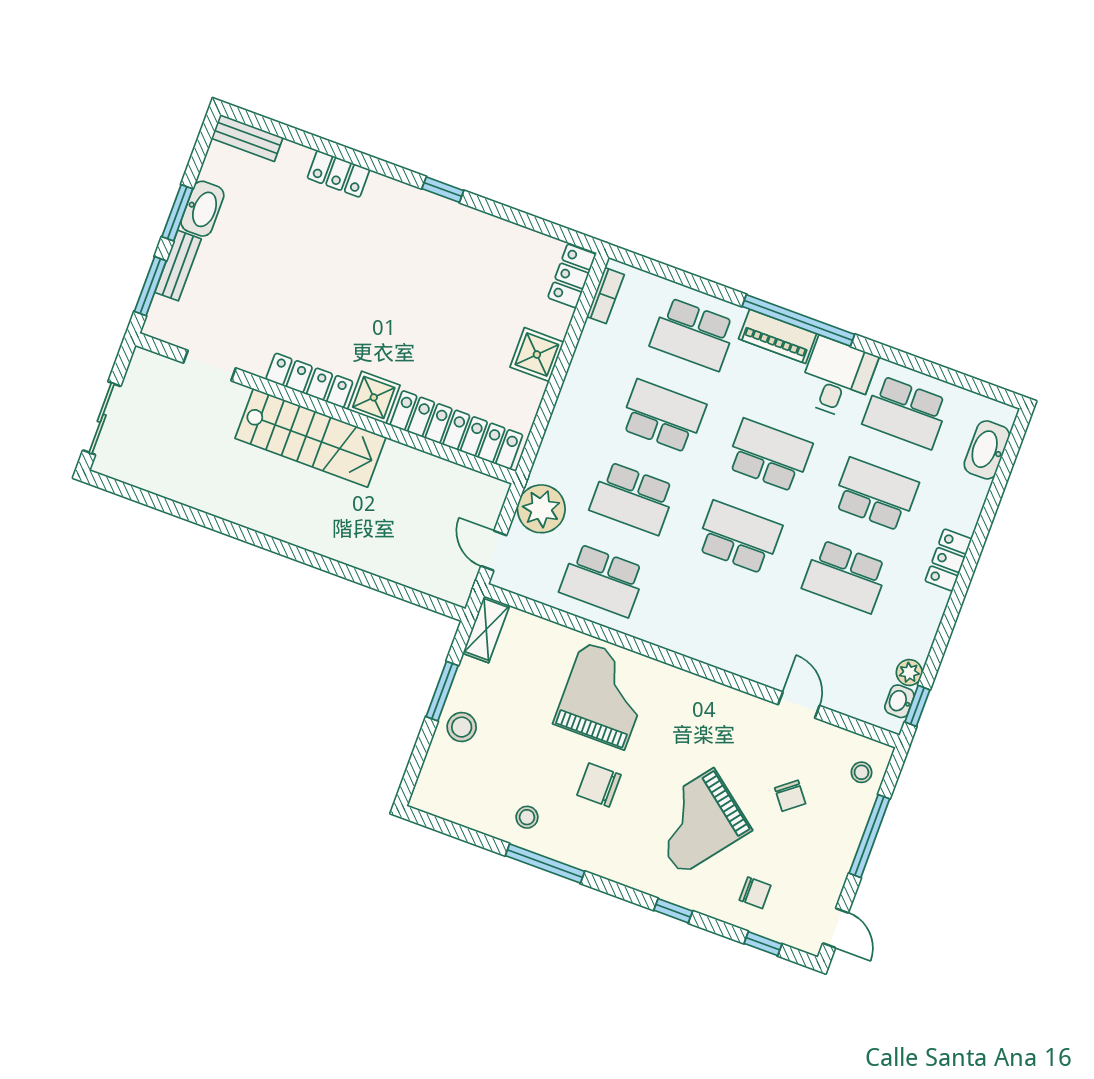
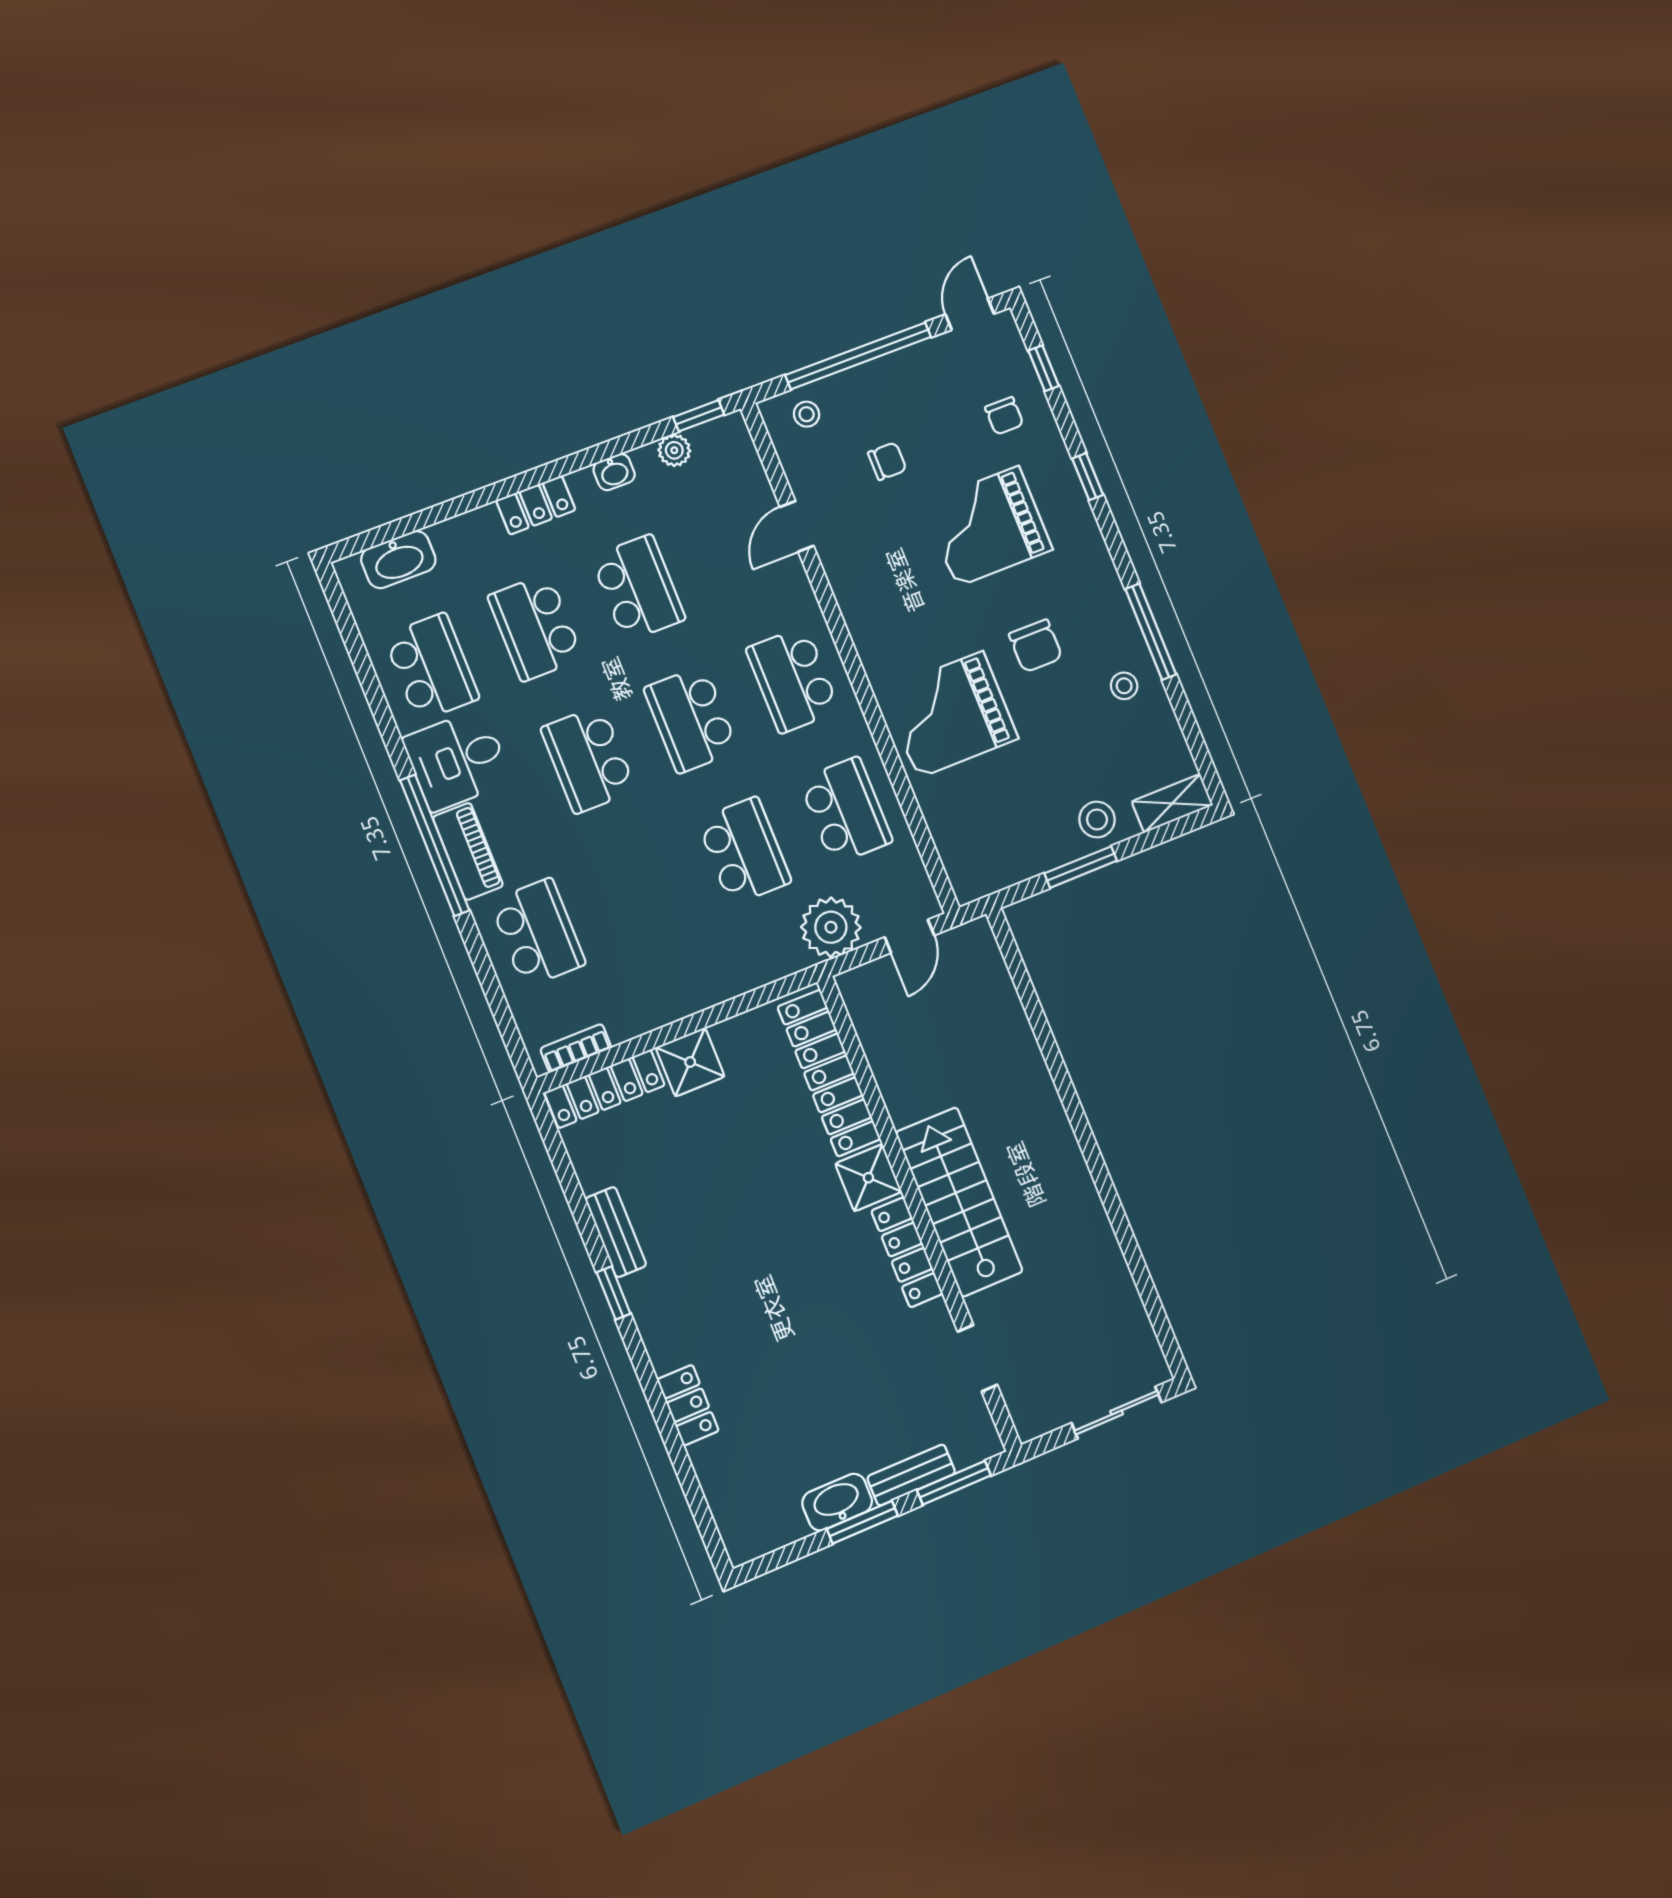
bench: (247, 138) -> (616, 1232), moved
locker: (572, 276) -> (605, 1089), width x1.53
school desk: (663, 416) -> (793, 680), moved
shelving: (486, 629) -> (1172, 803), moved
washbasin: (899, 701) -> (614, 472), moved
chair: (790, 796) -> (887, 461), turned 38
grand piano: (697, 821) -> (988, 526), turned 142
window: (869, 836) -> (858, 356), width x1.46
chair: (755, 893) -> (1004, 416), turned 180

